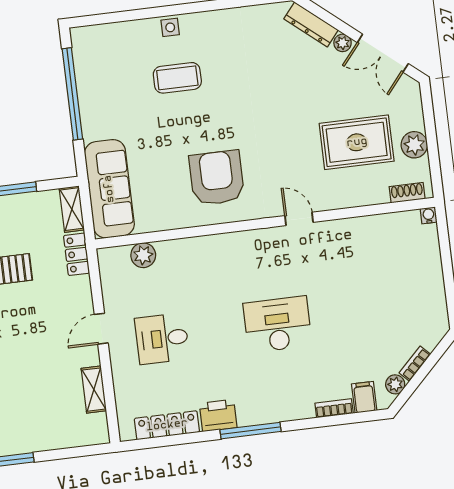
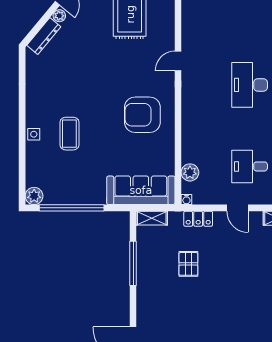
plant: (83, 39) -> (34, 196), added
locker: (77, 254) -> (198, 219), moved
water cooler: (104, 255) -> (186, 200), added
desk: (162, 339) -> (250, 166), turned 90

